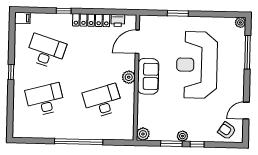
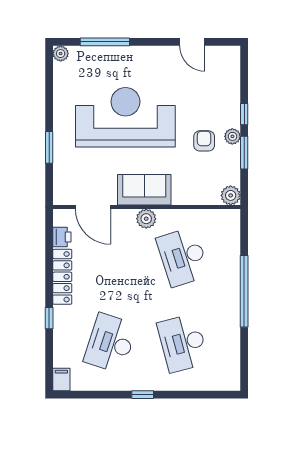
reception desk: (197, 65) -> (125, 117), turned 180
armchair: (227, 131) -> (204, 141), moved, turned 146

